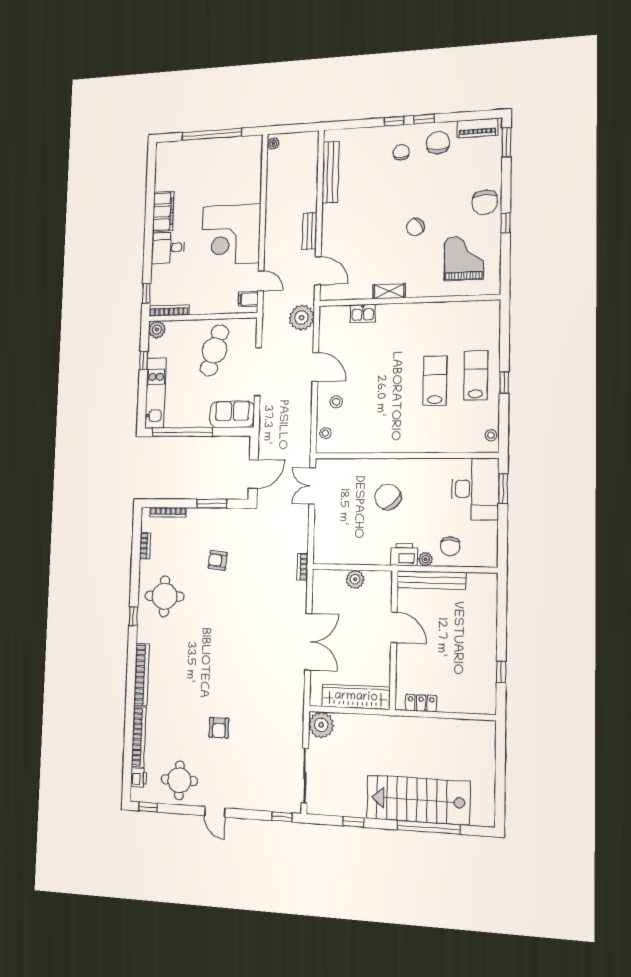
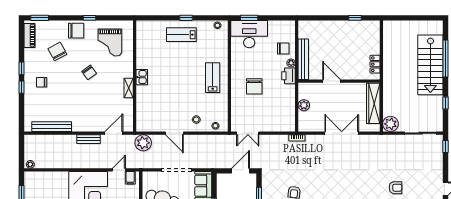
chair: (438, 143) -> (57, 51), moved, turned 62
grand piano: (464, 258) -> (110, 43), turned -90
kitchen sink: (363, 313) -> (142, 77), moved
door: (315, 367) -> (174, 133), swing flipped
lab bench: (435, 381) -> (213, 78), moved, turned 90
door: (253, 474) -> (241, 171), hinge flipped
chair: (388, 497) -> (254, 86), turned -47
door: (394, 627) -> (332, 81), hinge flipped

